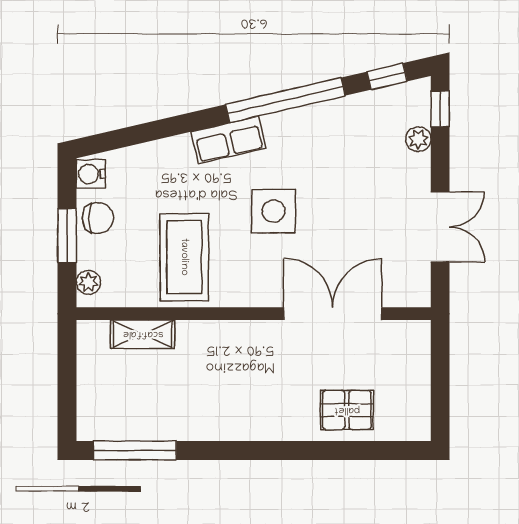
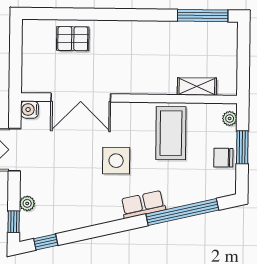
window: (285, 100) -> (182, 212), moved
water cooler: (91, 174) -> (29, 110), moved, turned 180

